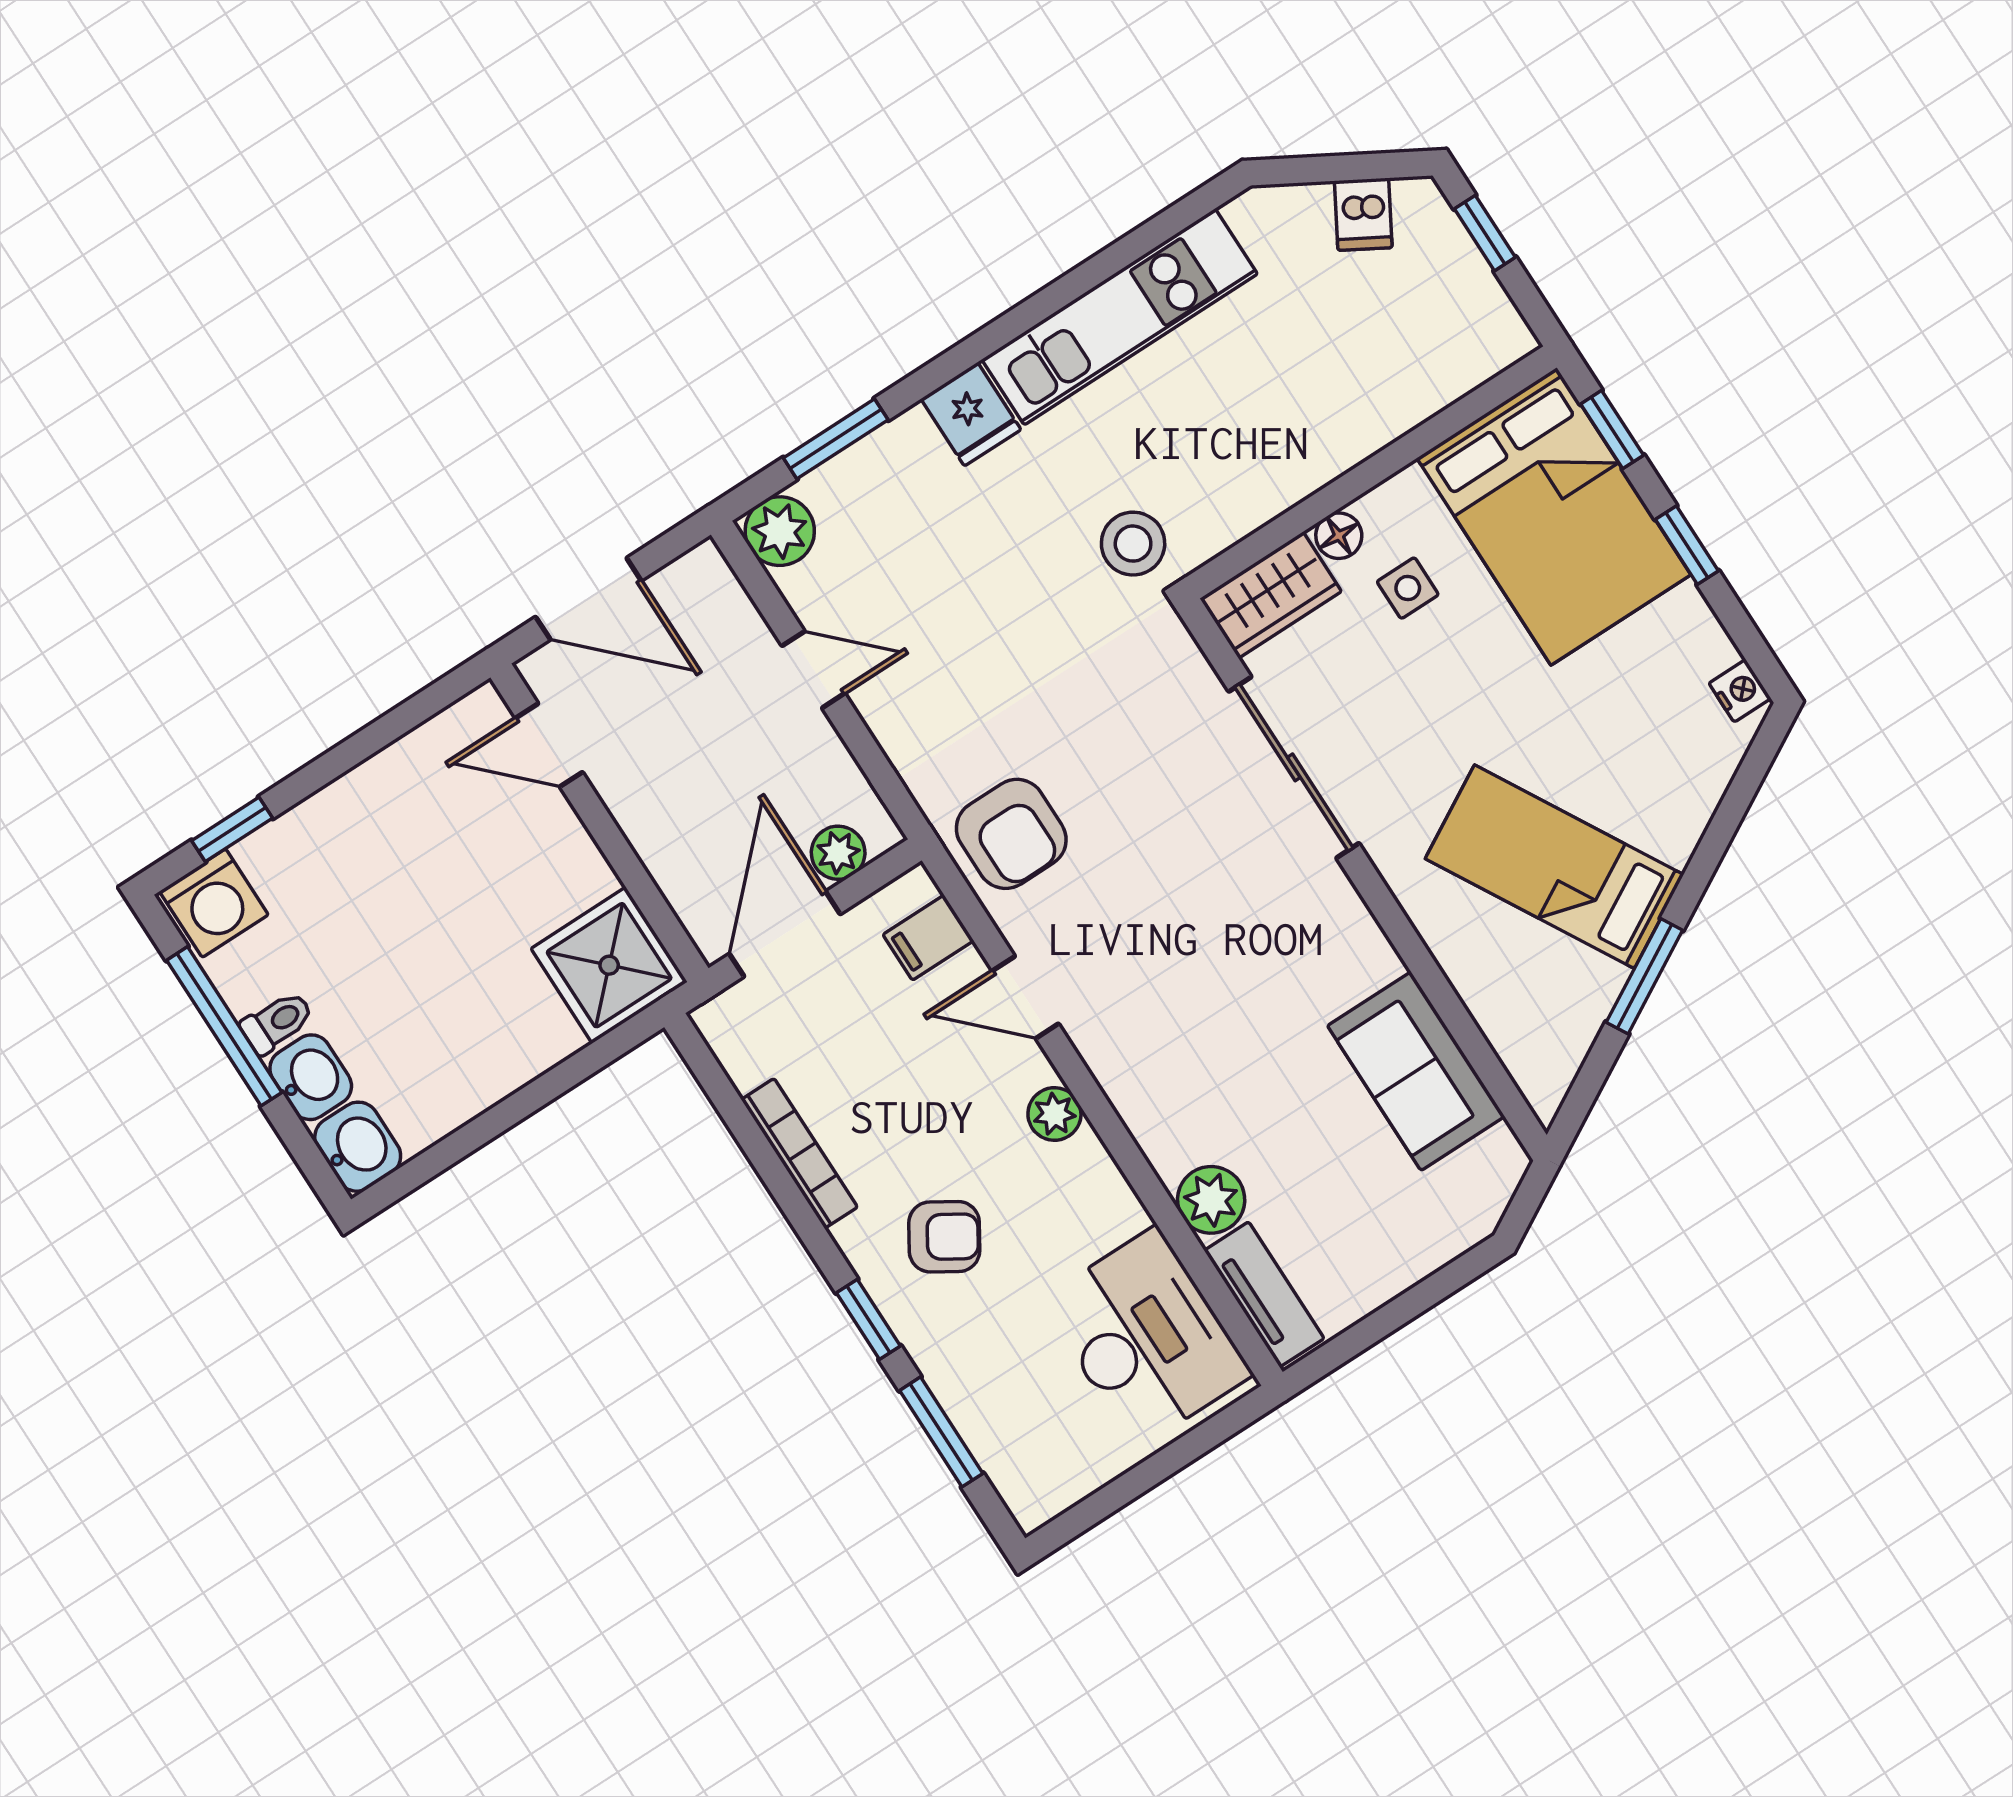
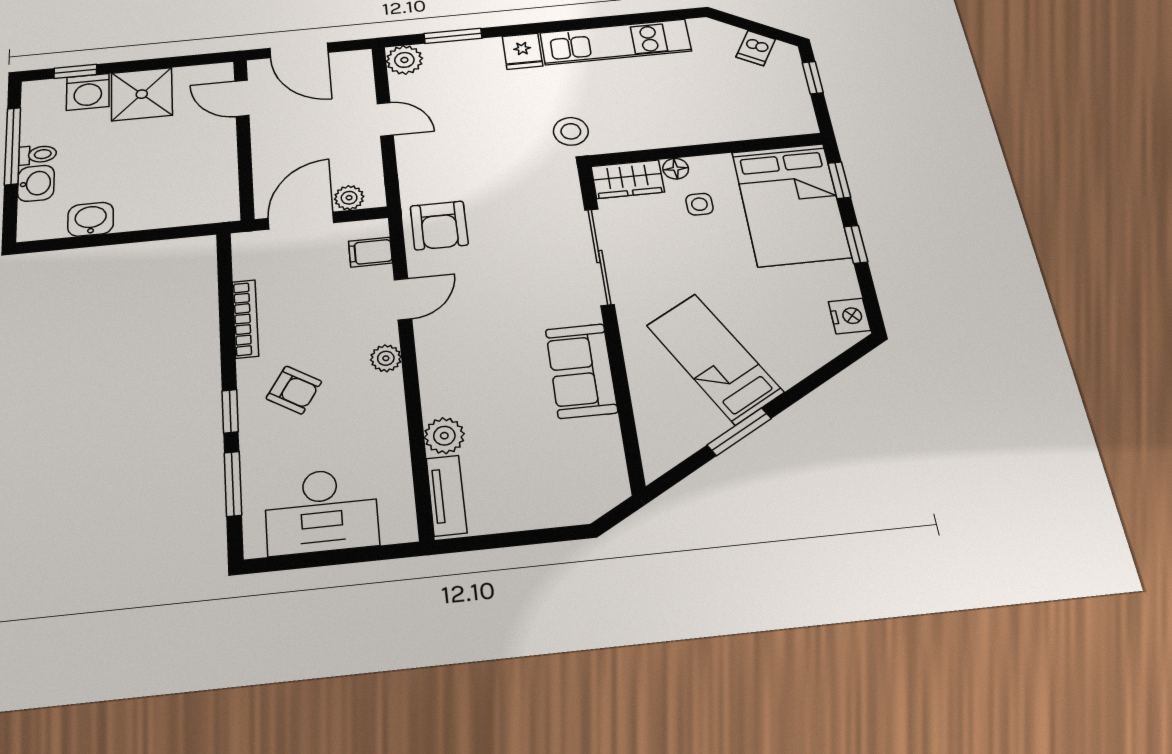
nightstand: (1740, 691) -> (849, 316), width x1.39, depth x1.35
washing machine: (214, 903) -> (88, 92), moved
shower: (609, 965) -> (142, 94), moved
door: (1025, 997) -> (403, 299), swing flipped
sofa: (1416, 1071) -> (581, 371), moved
washbasin: (358, 1147) -> (91, 219), moved, turned -90
desk: (1146, 1338) -> (321, 511), moved, turned 90

